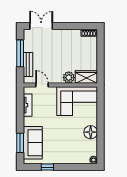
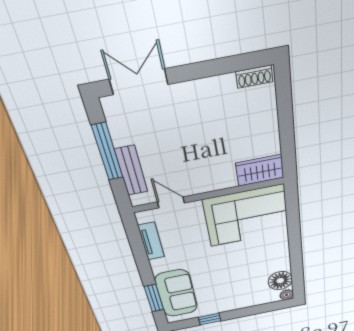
plant: (69, 78) -> (223, 178), removed
floor lamp: (91, 132) -> (280, 281), moved

